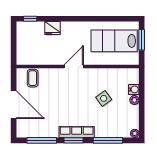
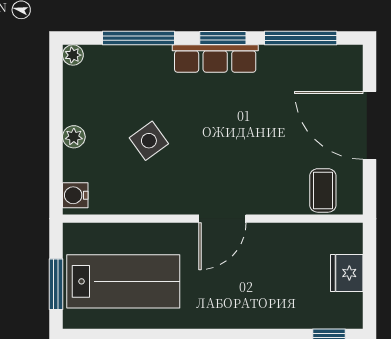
fridge: (53, 28) -> (347, 273), moved, turned -90
water cooler: (134, 89) -> (75, 195), moved

